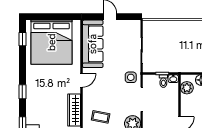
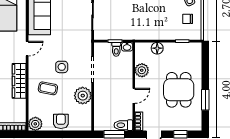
side table: (131, 77) -> (62, 67), moved
plant: (187, 88) -> (142, 70), moved

